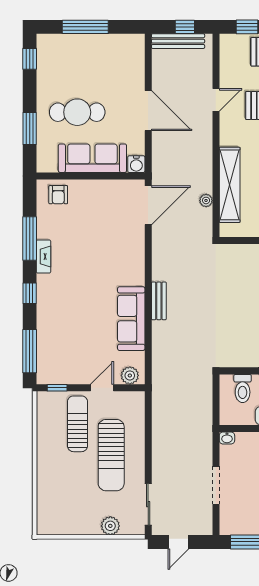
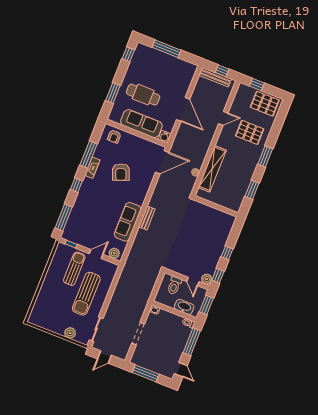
armchair: (90, 246) -> (121, 172), added

